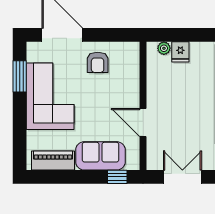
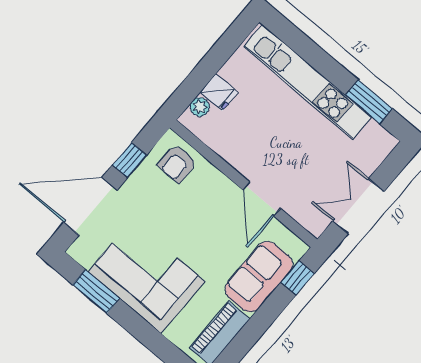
window: (104, 35) -> (130, 160), added
armchair: (98, 62) -> (177, 164), moved, turned 90
door: (143, 123) -> (262, 199), hinge flipped

